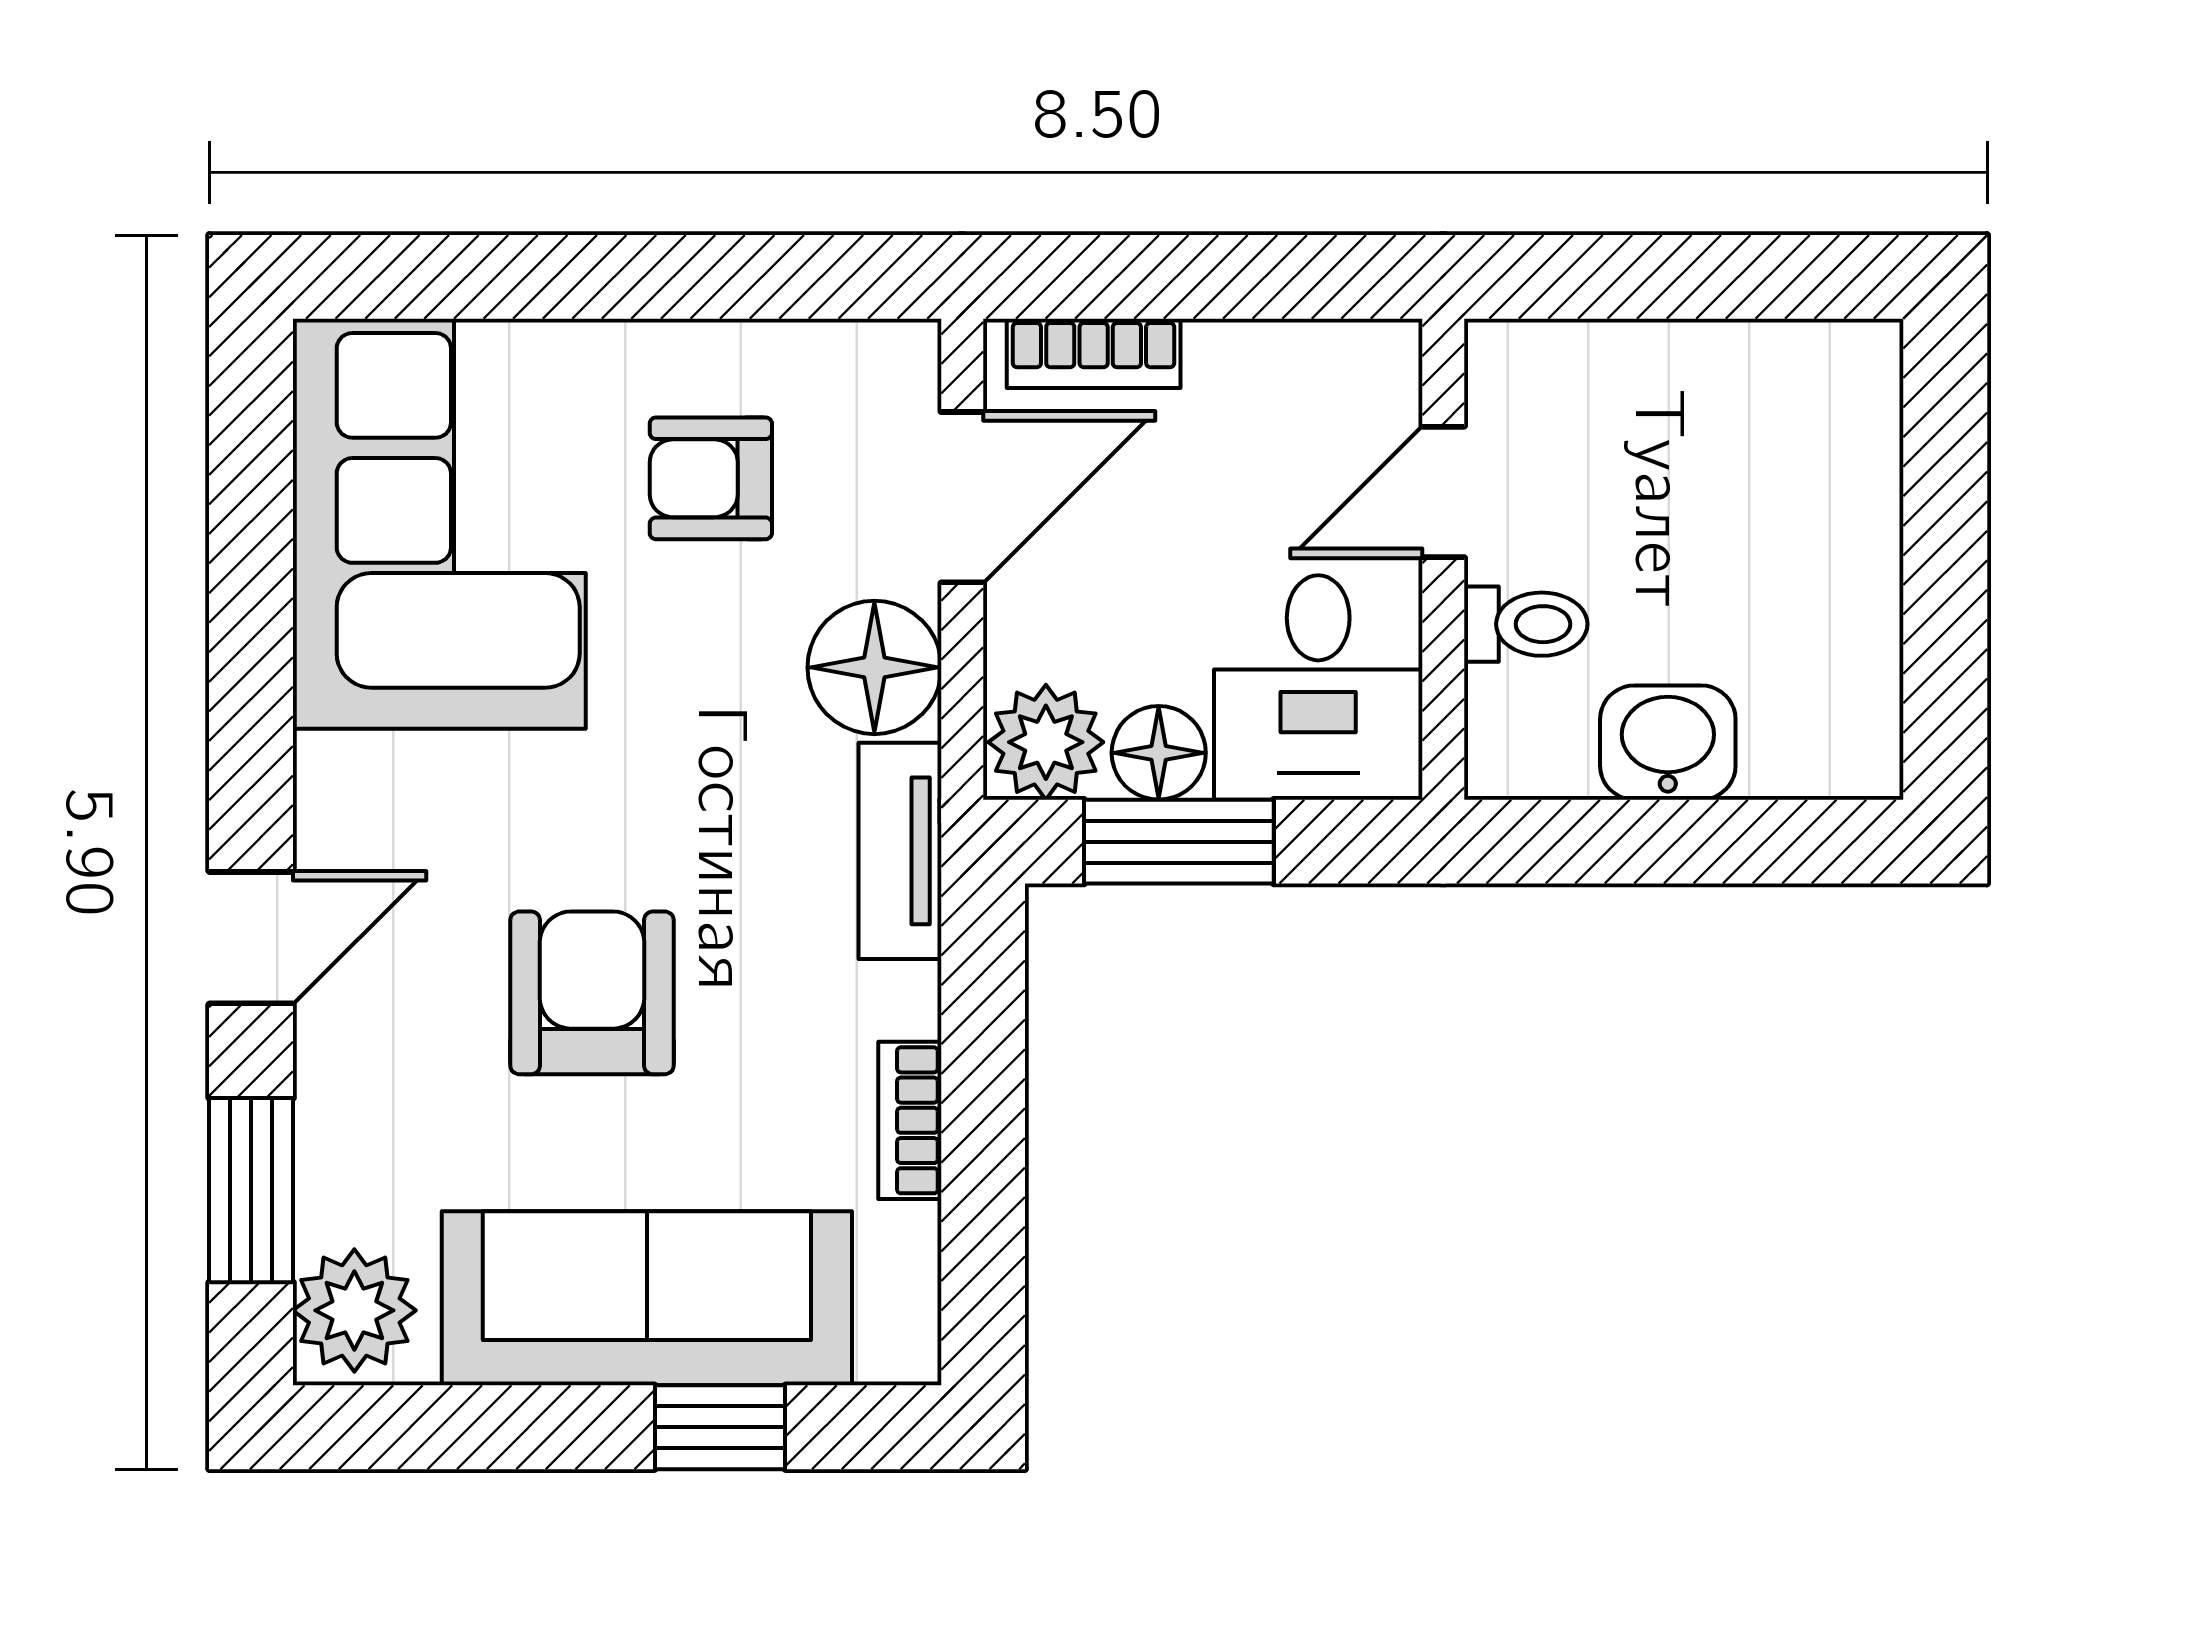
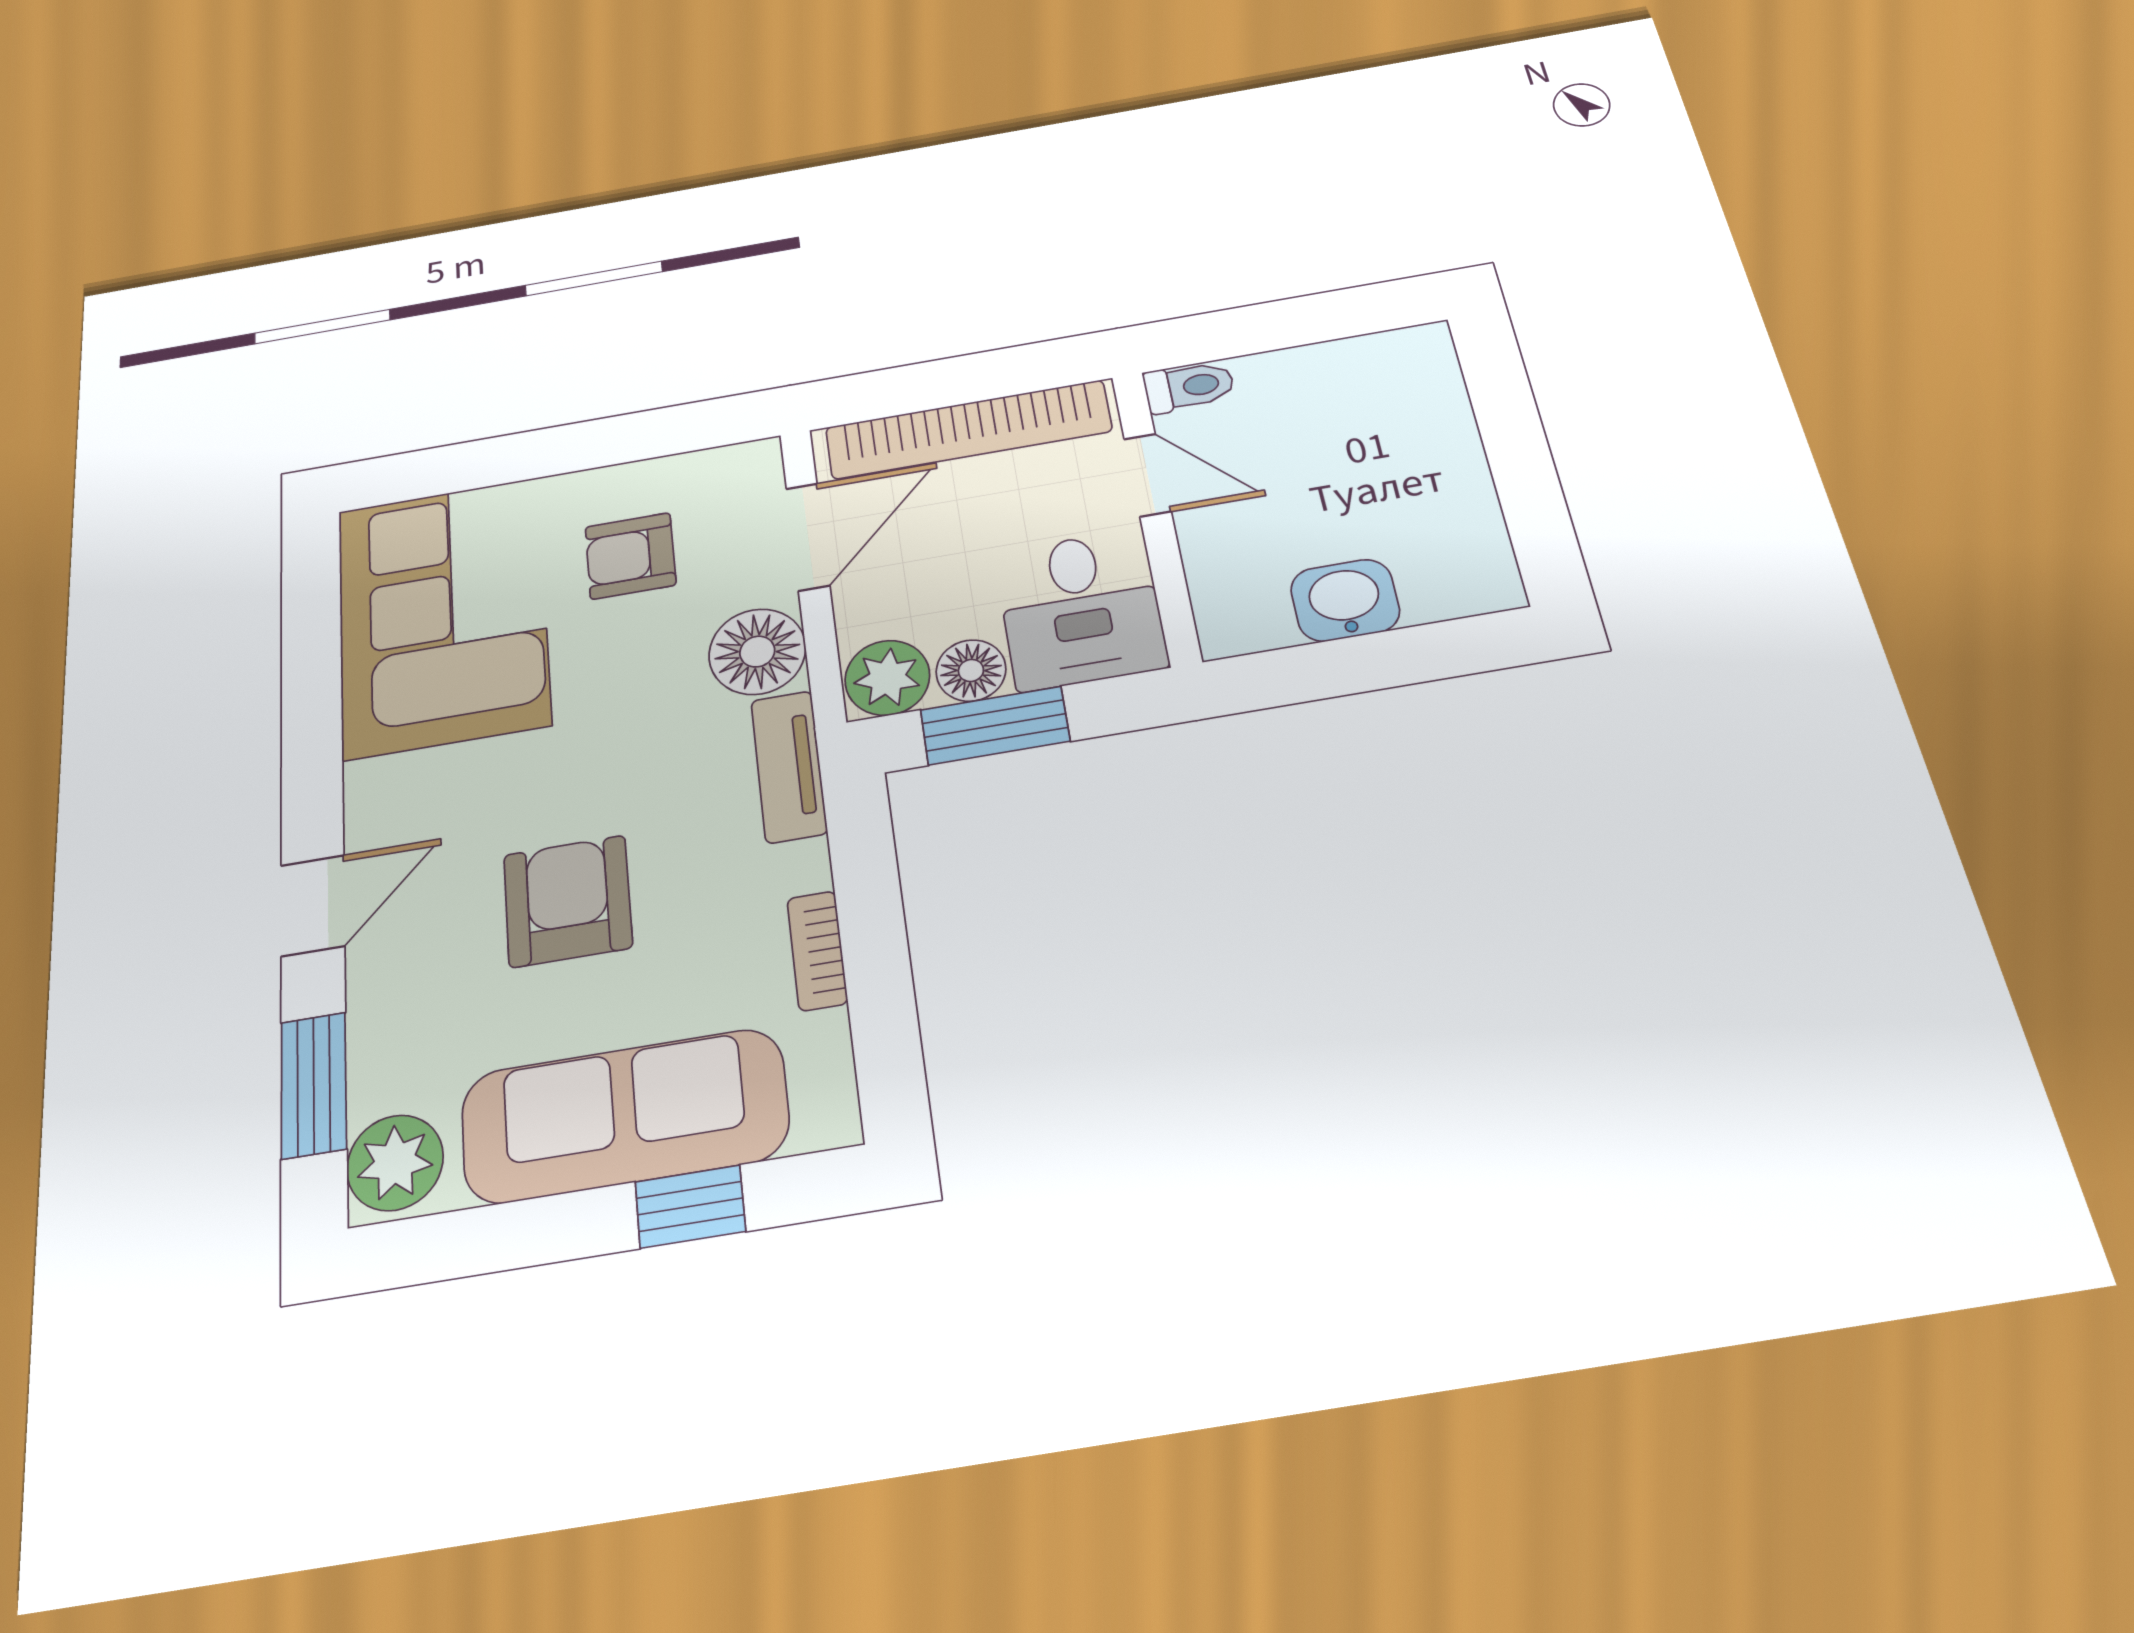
bookcase: (1094, 353) -> (968, 430), width x2.31, depth x1.31
door: (1443, 492) -> (1148, 475), swing flipped
toilet: (1526, 624) -> (1189, 387), moved

